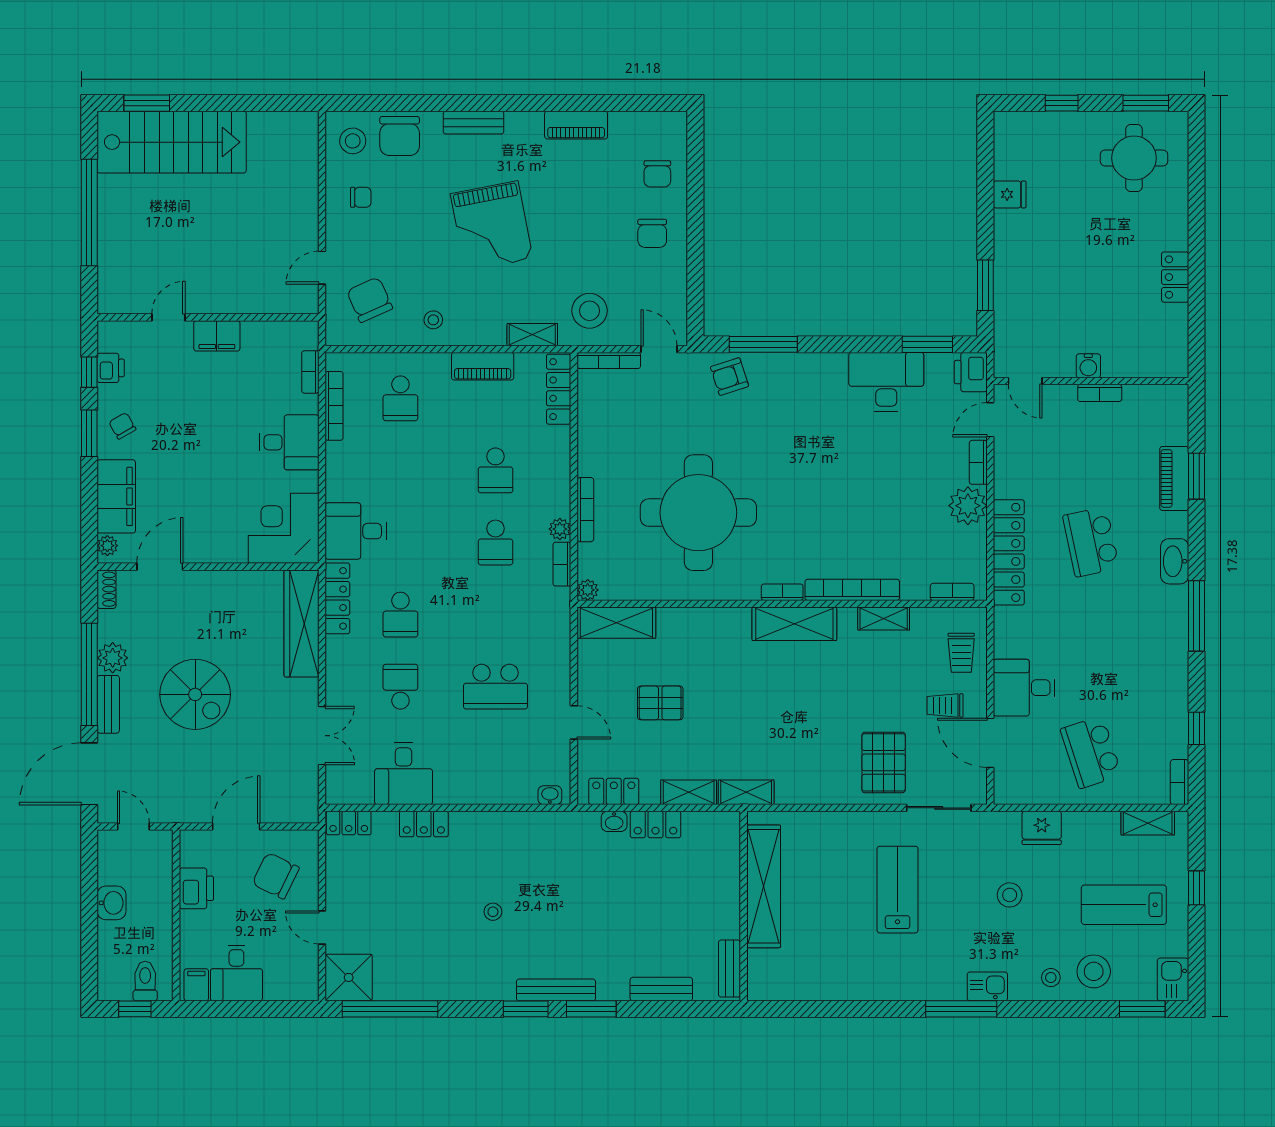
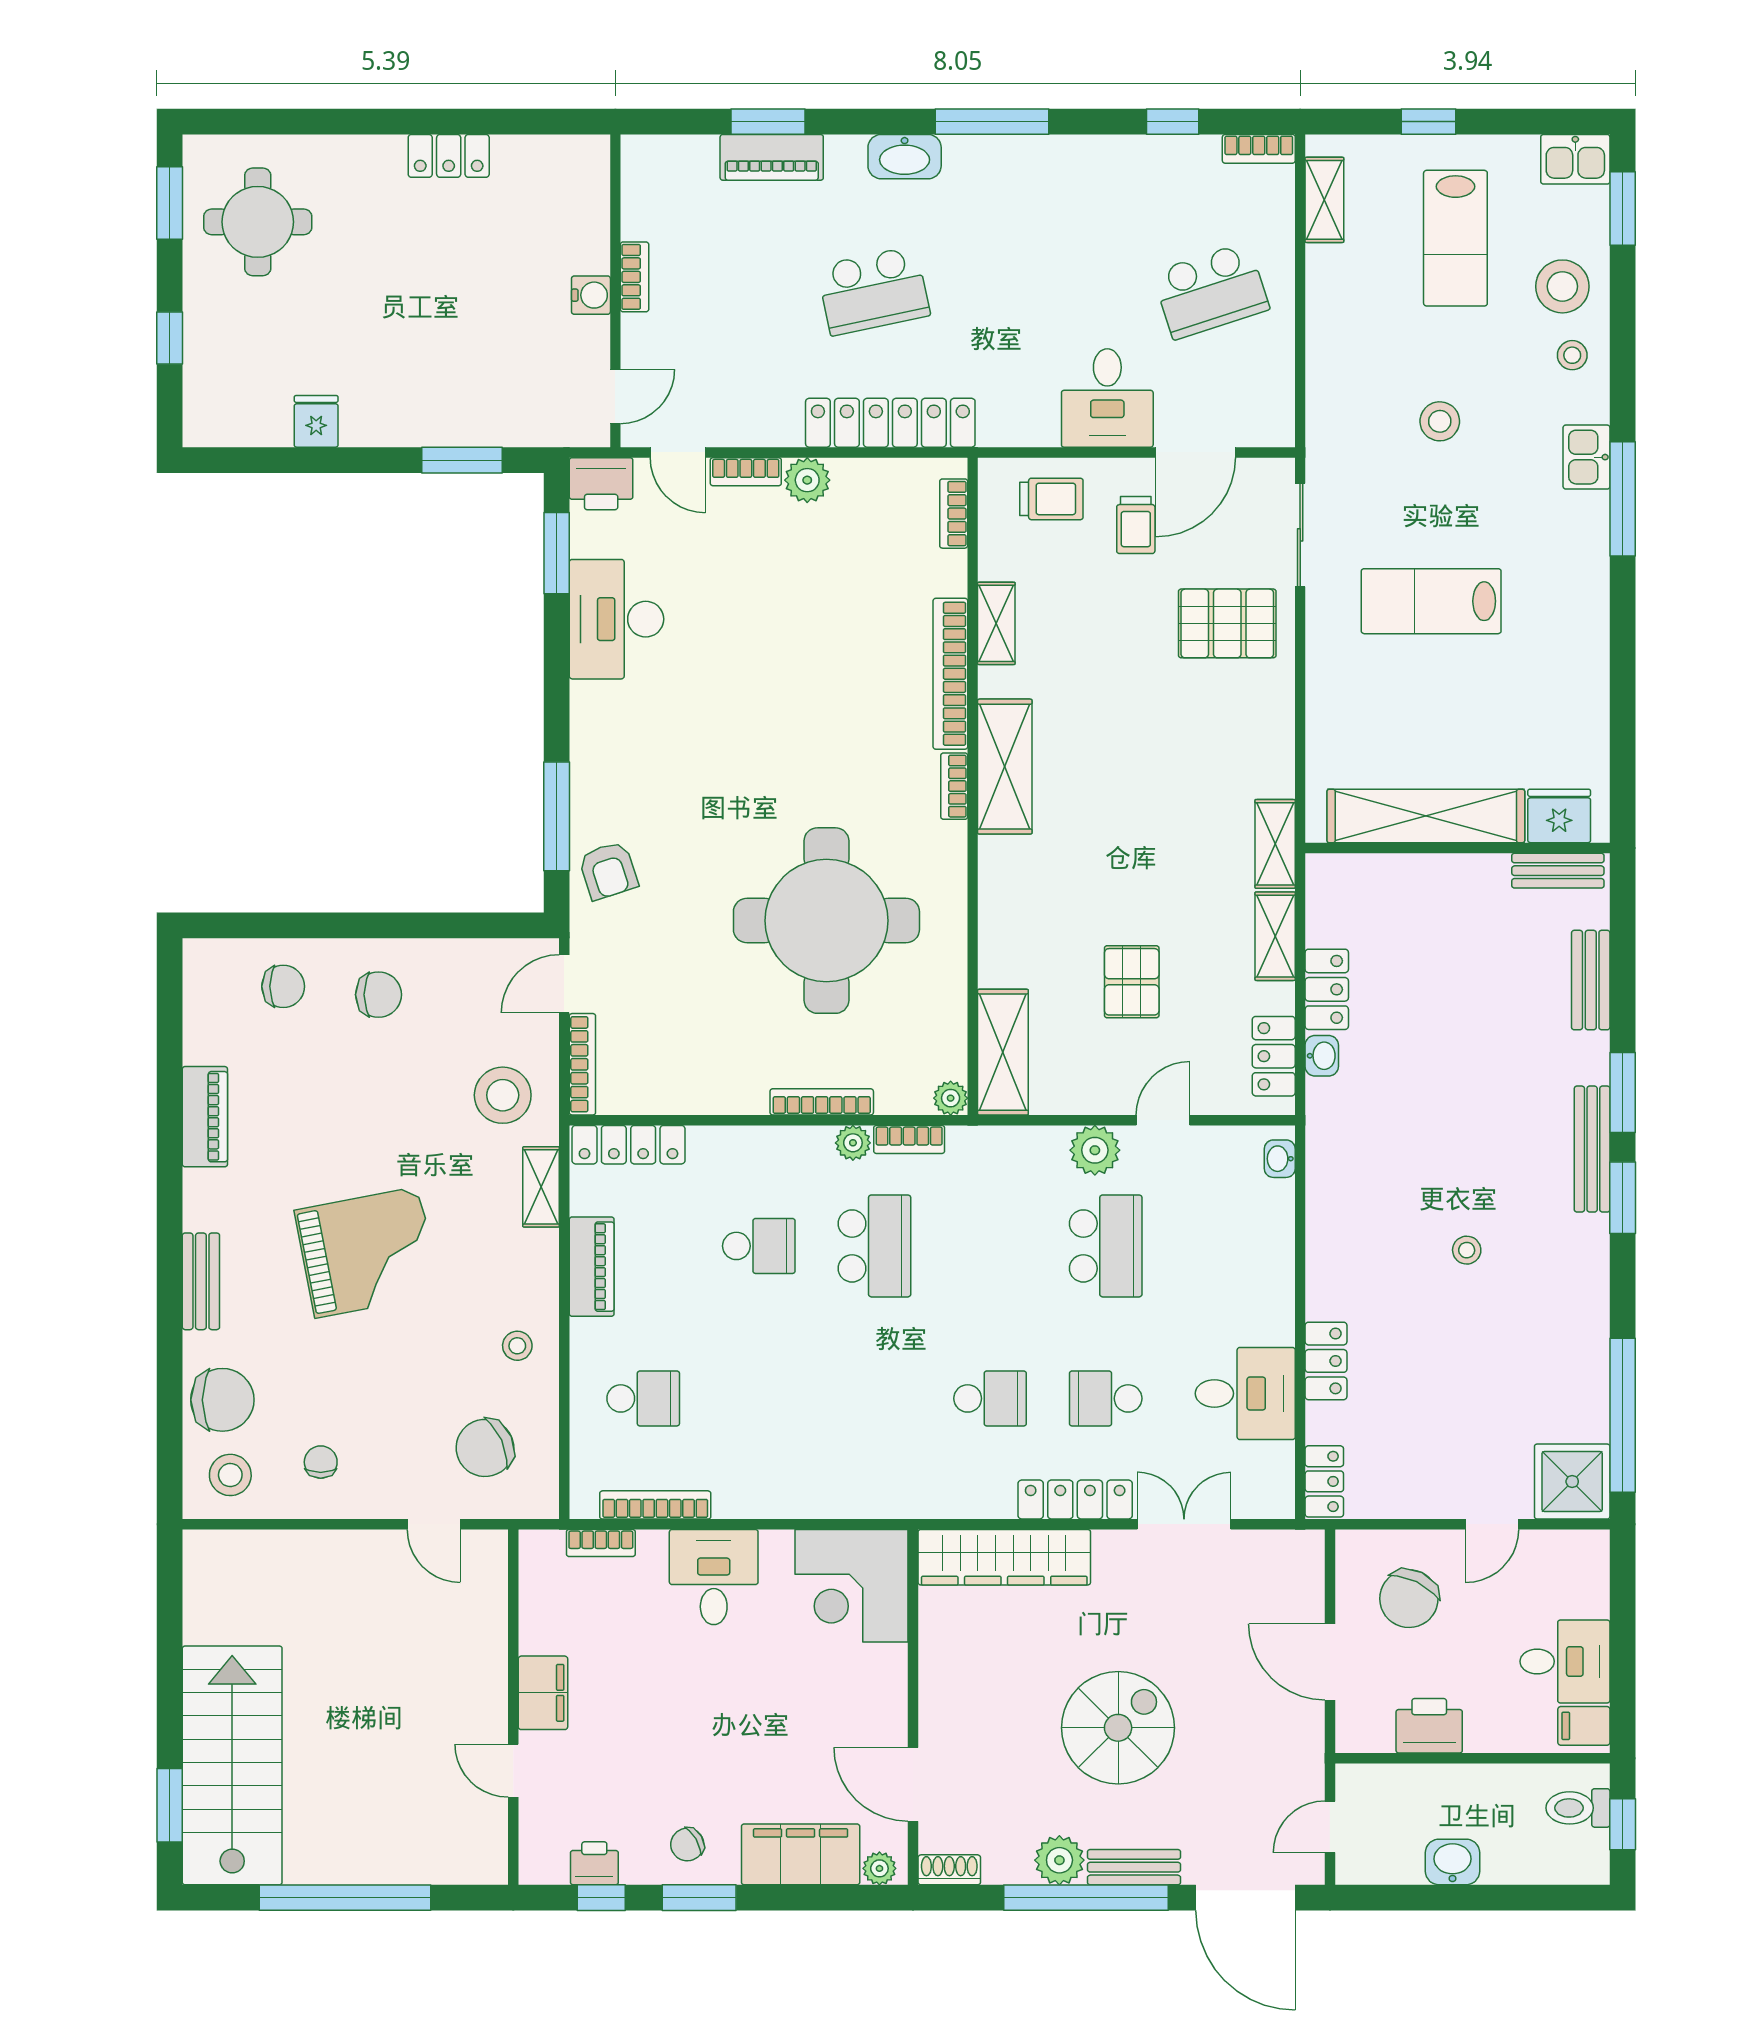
plant: (968, 506) -> (807, 480), width x0.73, depth x0.73
desk: (356, 531) -> (856, 1470), removed
school desk: (495, 542) -> (874, 1246), width x1.85
locker: (337, 598) -> (1075, 1500), moved
plant: (555, 680) -> (1095, 1150), added
fridge: (1042, 828) -> (1559, 816), moved, turned -90

